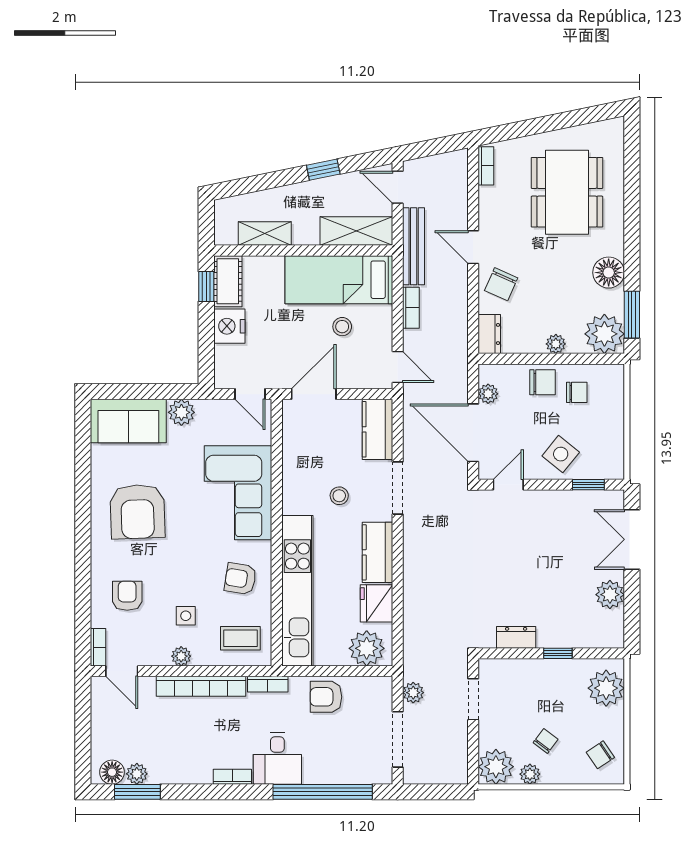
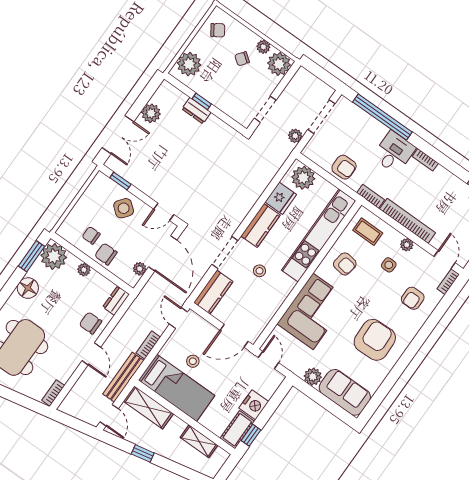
chair: (501, 284) -> (90, 323), turned -114
dresser: (516, 637) -> (196, 111), moved

